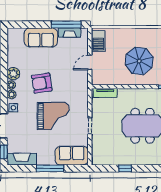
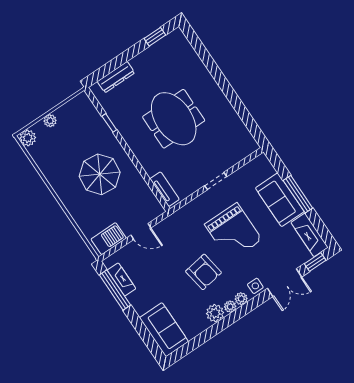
sofa: (41, 37) -> (164, 330), moved
grand piano: (53, 116) -> (233, 232), turned 180
sofa: (72, 156) -> (280, 200), moved
window: (125, 168) -> (238, 105), removed

